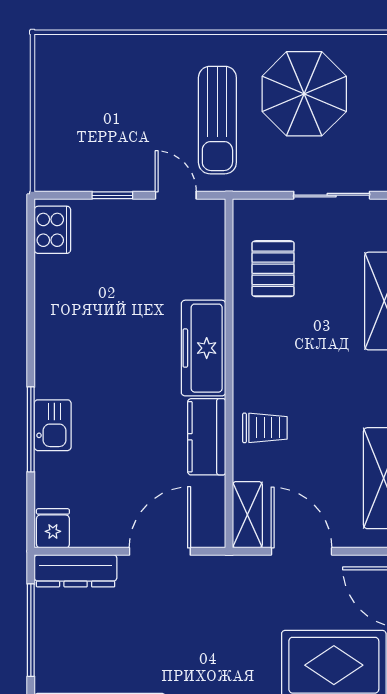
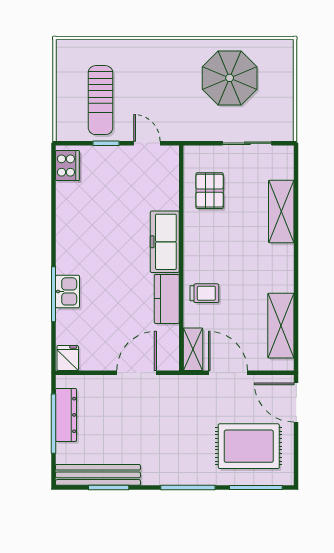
sun lounger: (217, 120) -> (100, 100), moved
dresser: (76, 571) -> (66, 415), moved, turned -90

